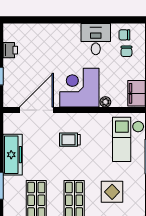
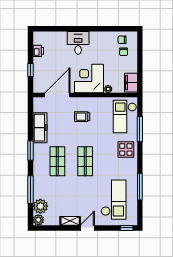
desk: (96, 39) -> (78, 43), moved
display table: (112, 192) -> (126, 150), moved

